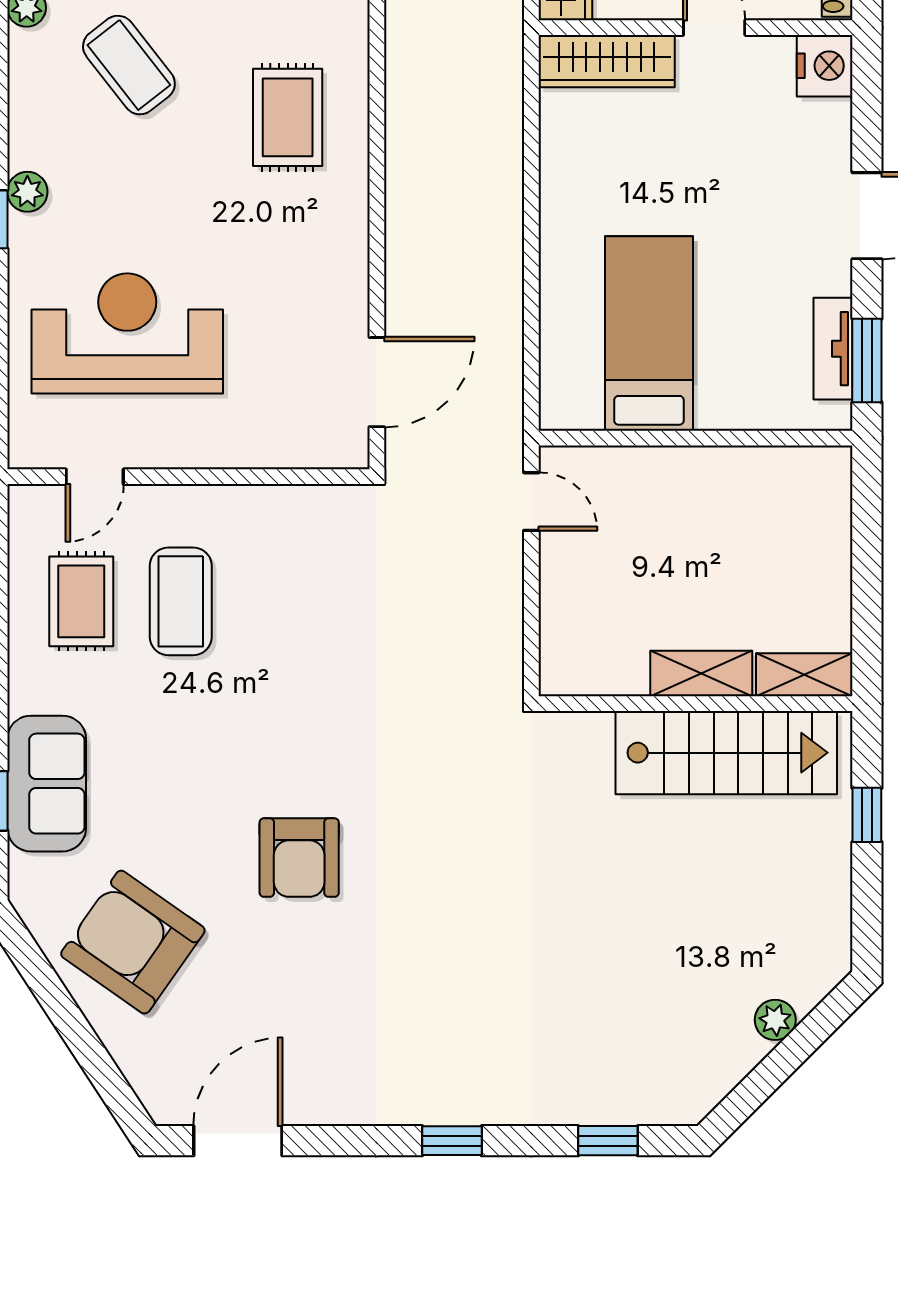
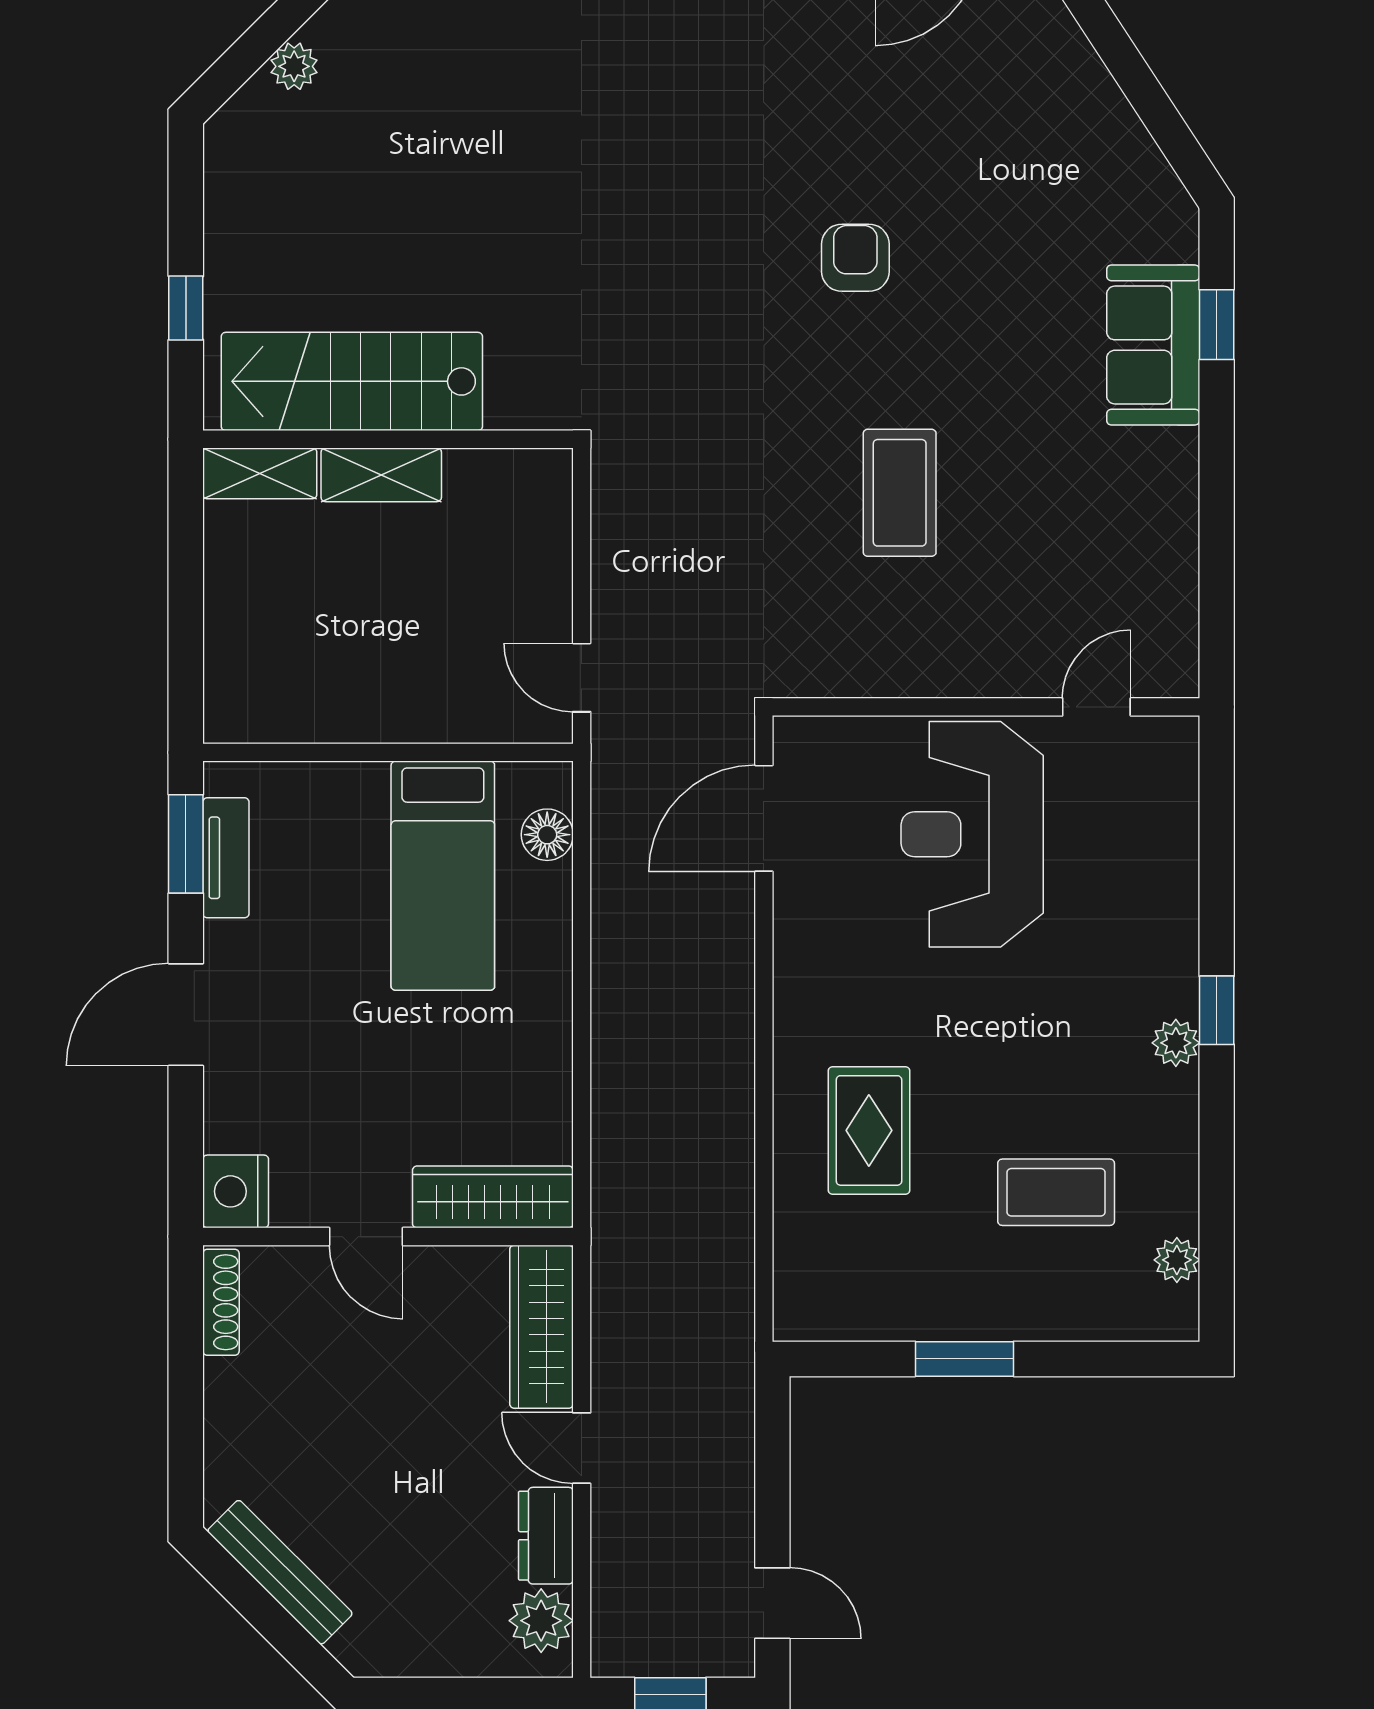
coffee table: (129, 65) -> (1056, 1192), turned -52
reception desk: (127, 333) -> (972, 834), moved, turned 90
floor lamp: (560, 368) -> (547, 835), added
rug: (81, 601) -> (1112, 560), removed
coffee table: (181, 601) -> (900, 493), moved
armchair: (299, 858) -> (855, 258), width x0.72, depth x0.72
armchair: (133, 942) -> (1051, 158), removed

